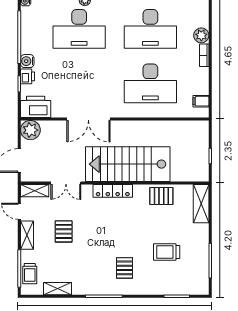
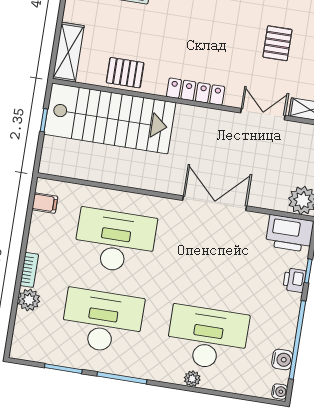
water cooler: (27, 61) -> (282, 359), moved
stairs: (128, 164) -> (110, 118), moved

